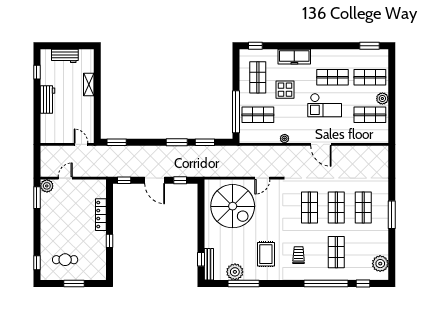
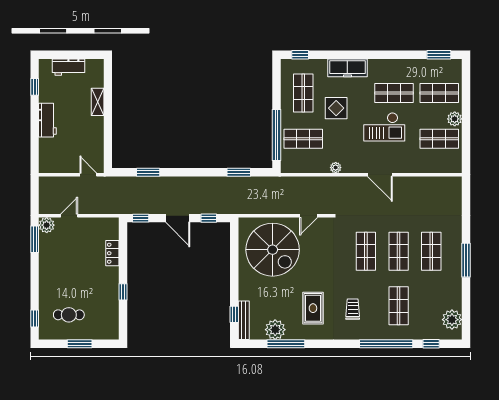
window: (117, 142) -> (148, 172), moved
window: (177, 142) -> (205, 172), removed
locker: (101, 215) -> (112, 253), width x0.66

